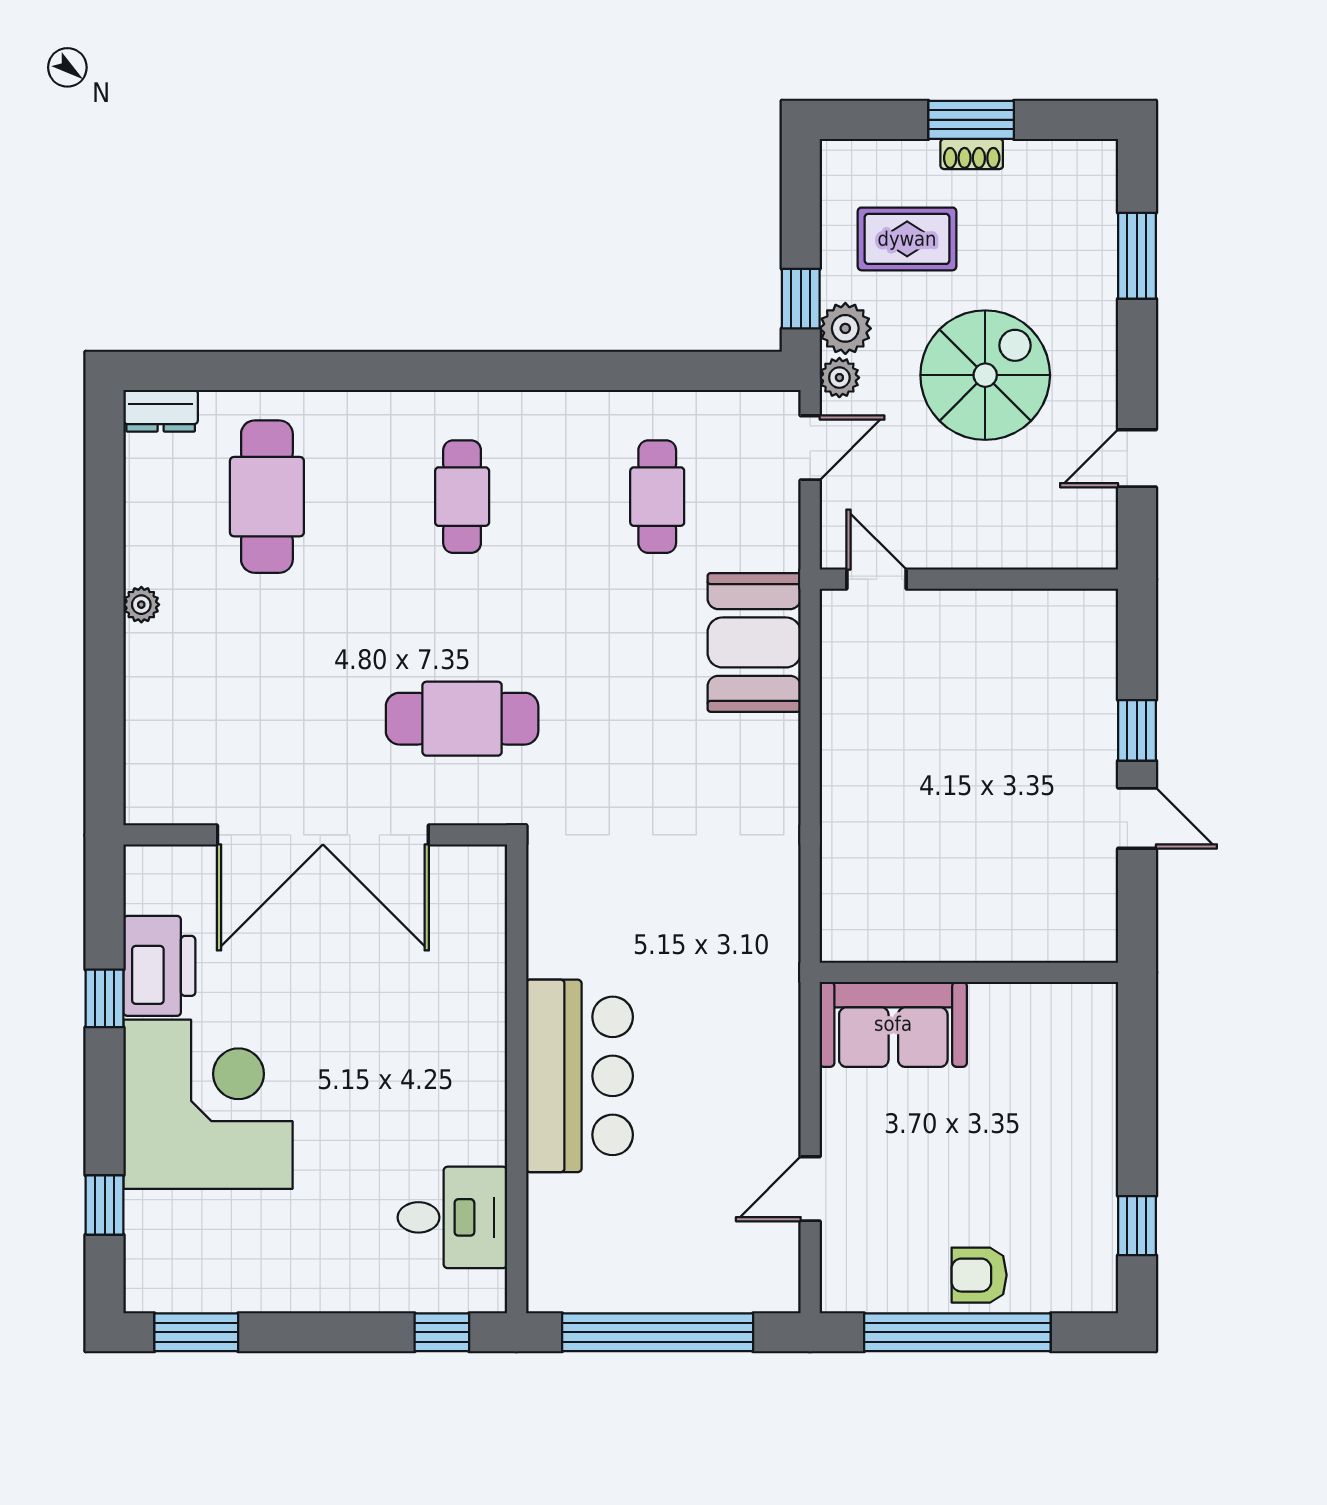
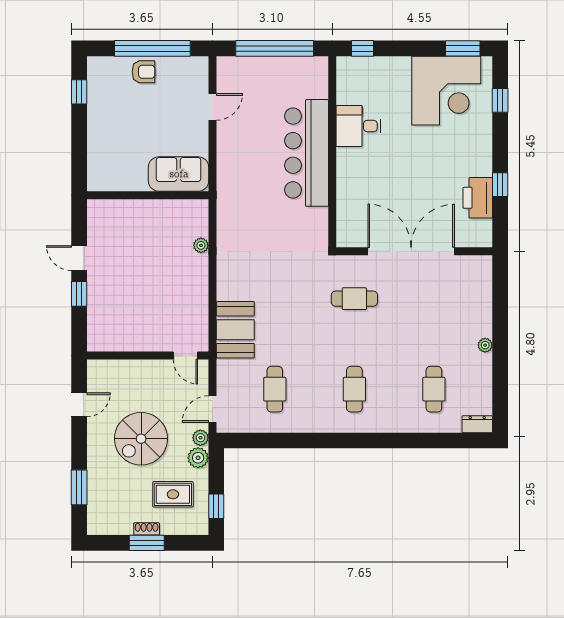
window: (801, 299) -> (216, 506), moved
cafe table: (267, 497) -> (434, 389), width x0.73, depth x0.74
cafe table: (462, 719) -> (354, 299), width x0.73, depth x0.74
plant: (838, 849) -> (201, 245), added
bar counter: (579, 1076) -> (306, 153), width x1.36
corner desk: (208, 1104) -> (446, 91), moved, turned -90
desk: (452, 1217) -> (358, 126), moved

